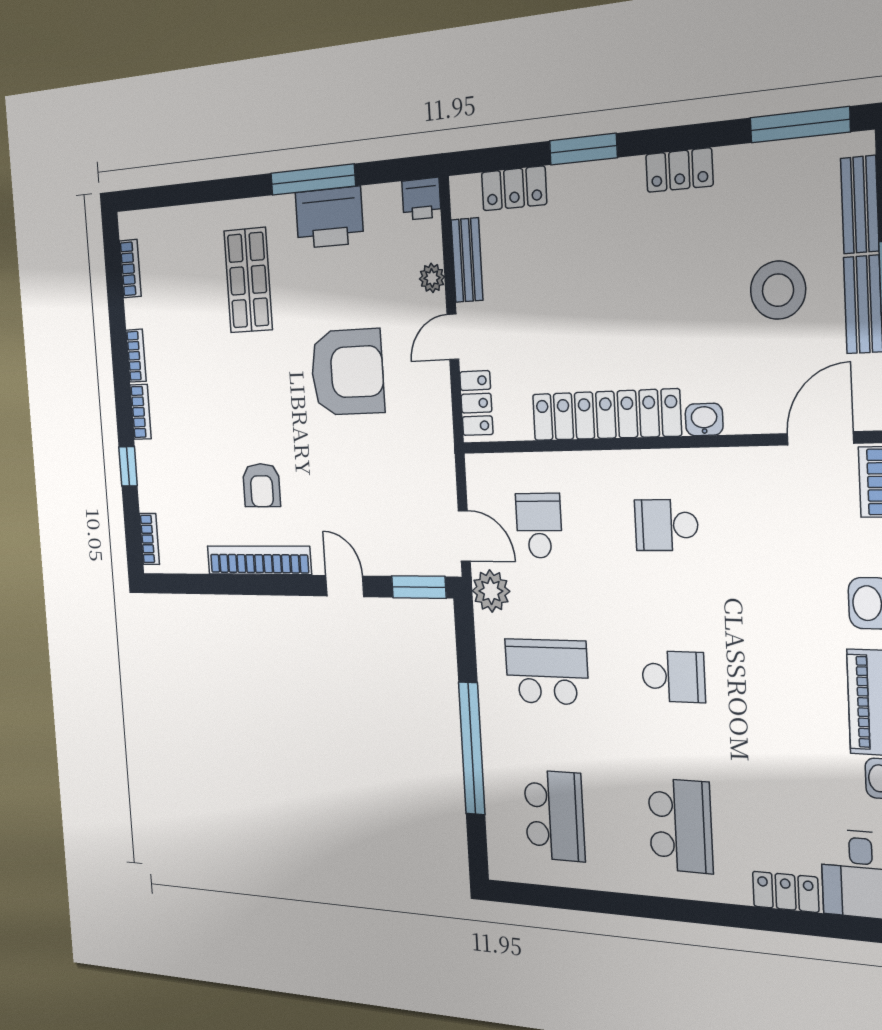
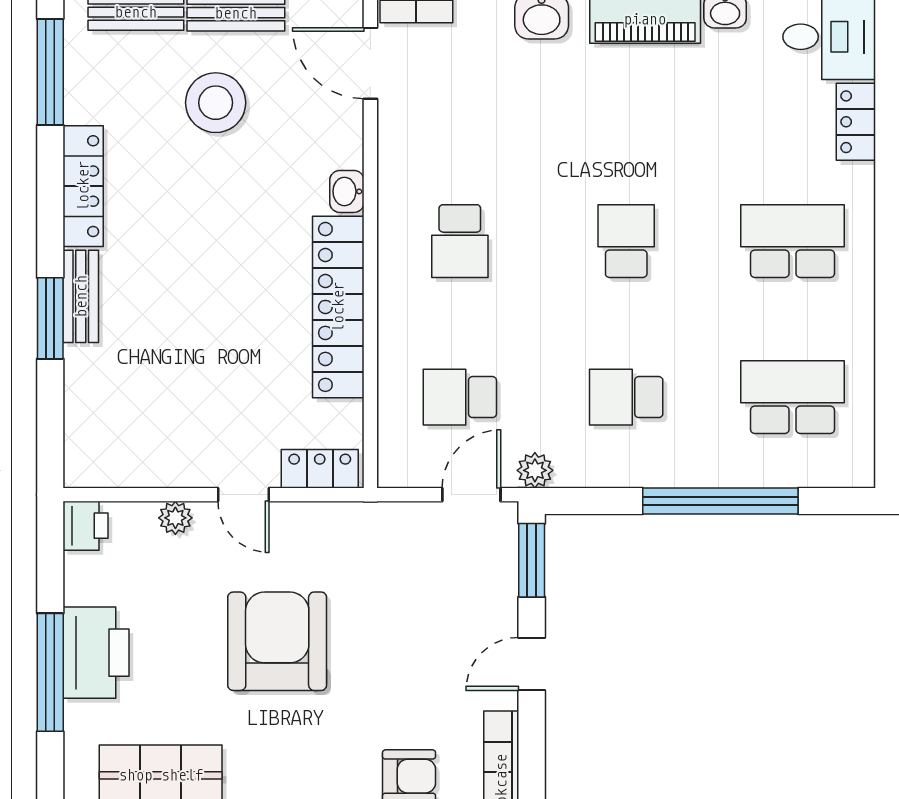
locker: (679, 170) -> (83, 186), width x1.53
locker: (514, 188) -> (84, 406), removed
bench: (467, 260) -> (81, 296), moved, turned 90
plant: (491, 591) -> (535, 470), width x0.73, depth x0.73
school desk: (547, 672) -> (626, 397), width x0.54

